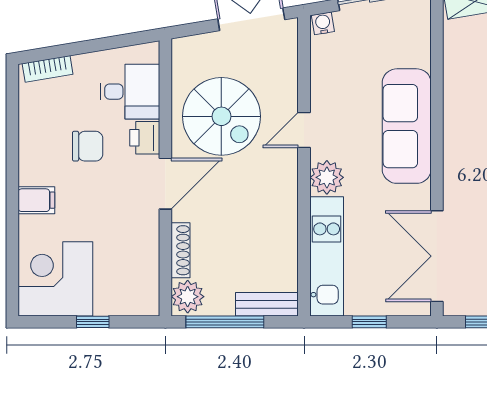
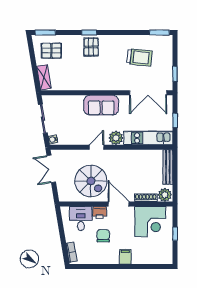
spiral stairs: (221, 116) -> (91, 181), turned 90
sofa: (407, 126) -> (101, 105), width x0.73
door: (304, 130) -> (97, 147), swing flipped
corner desk: (55, 279) -> (150, 222), moved, turned -90
bench: (267, 304) -> (168, 167), width x1.36
window: (225, 322) -> (175, 180), removed

